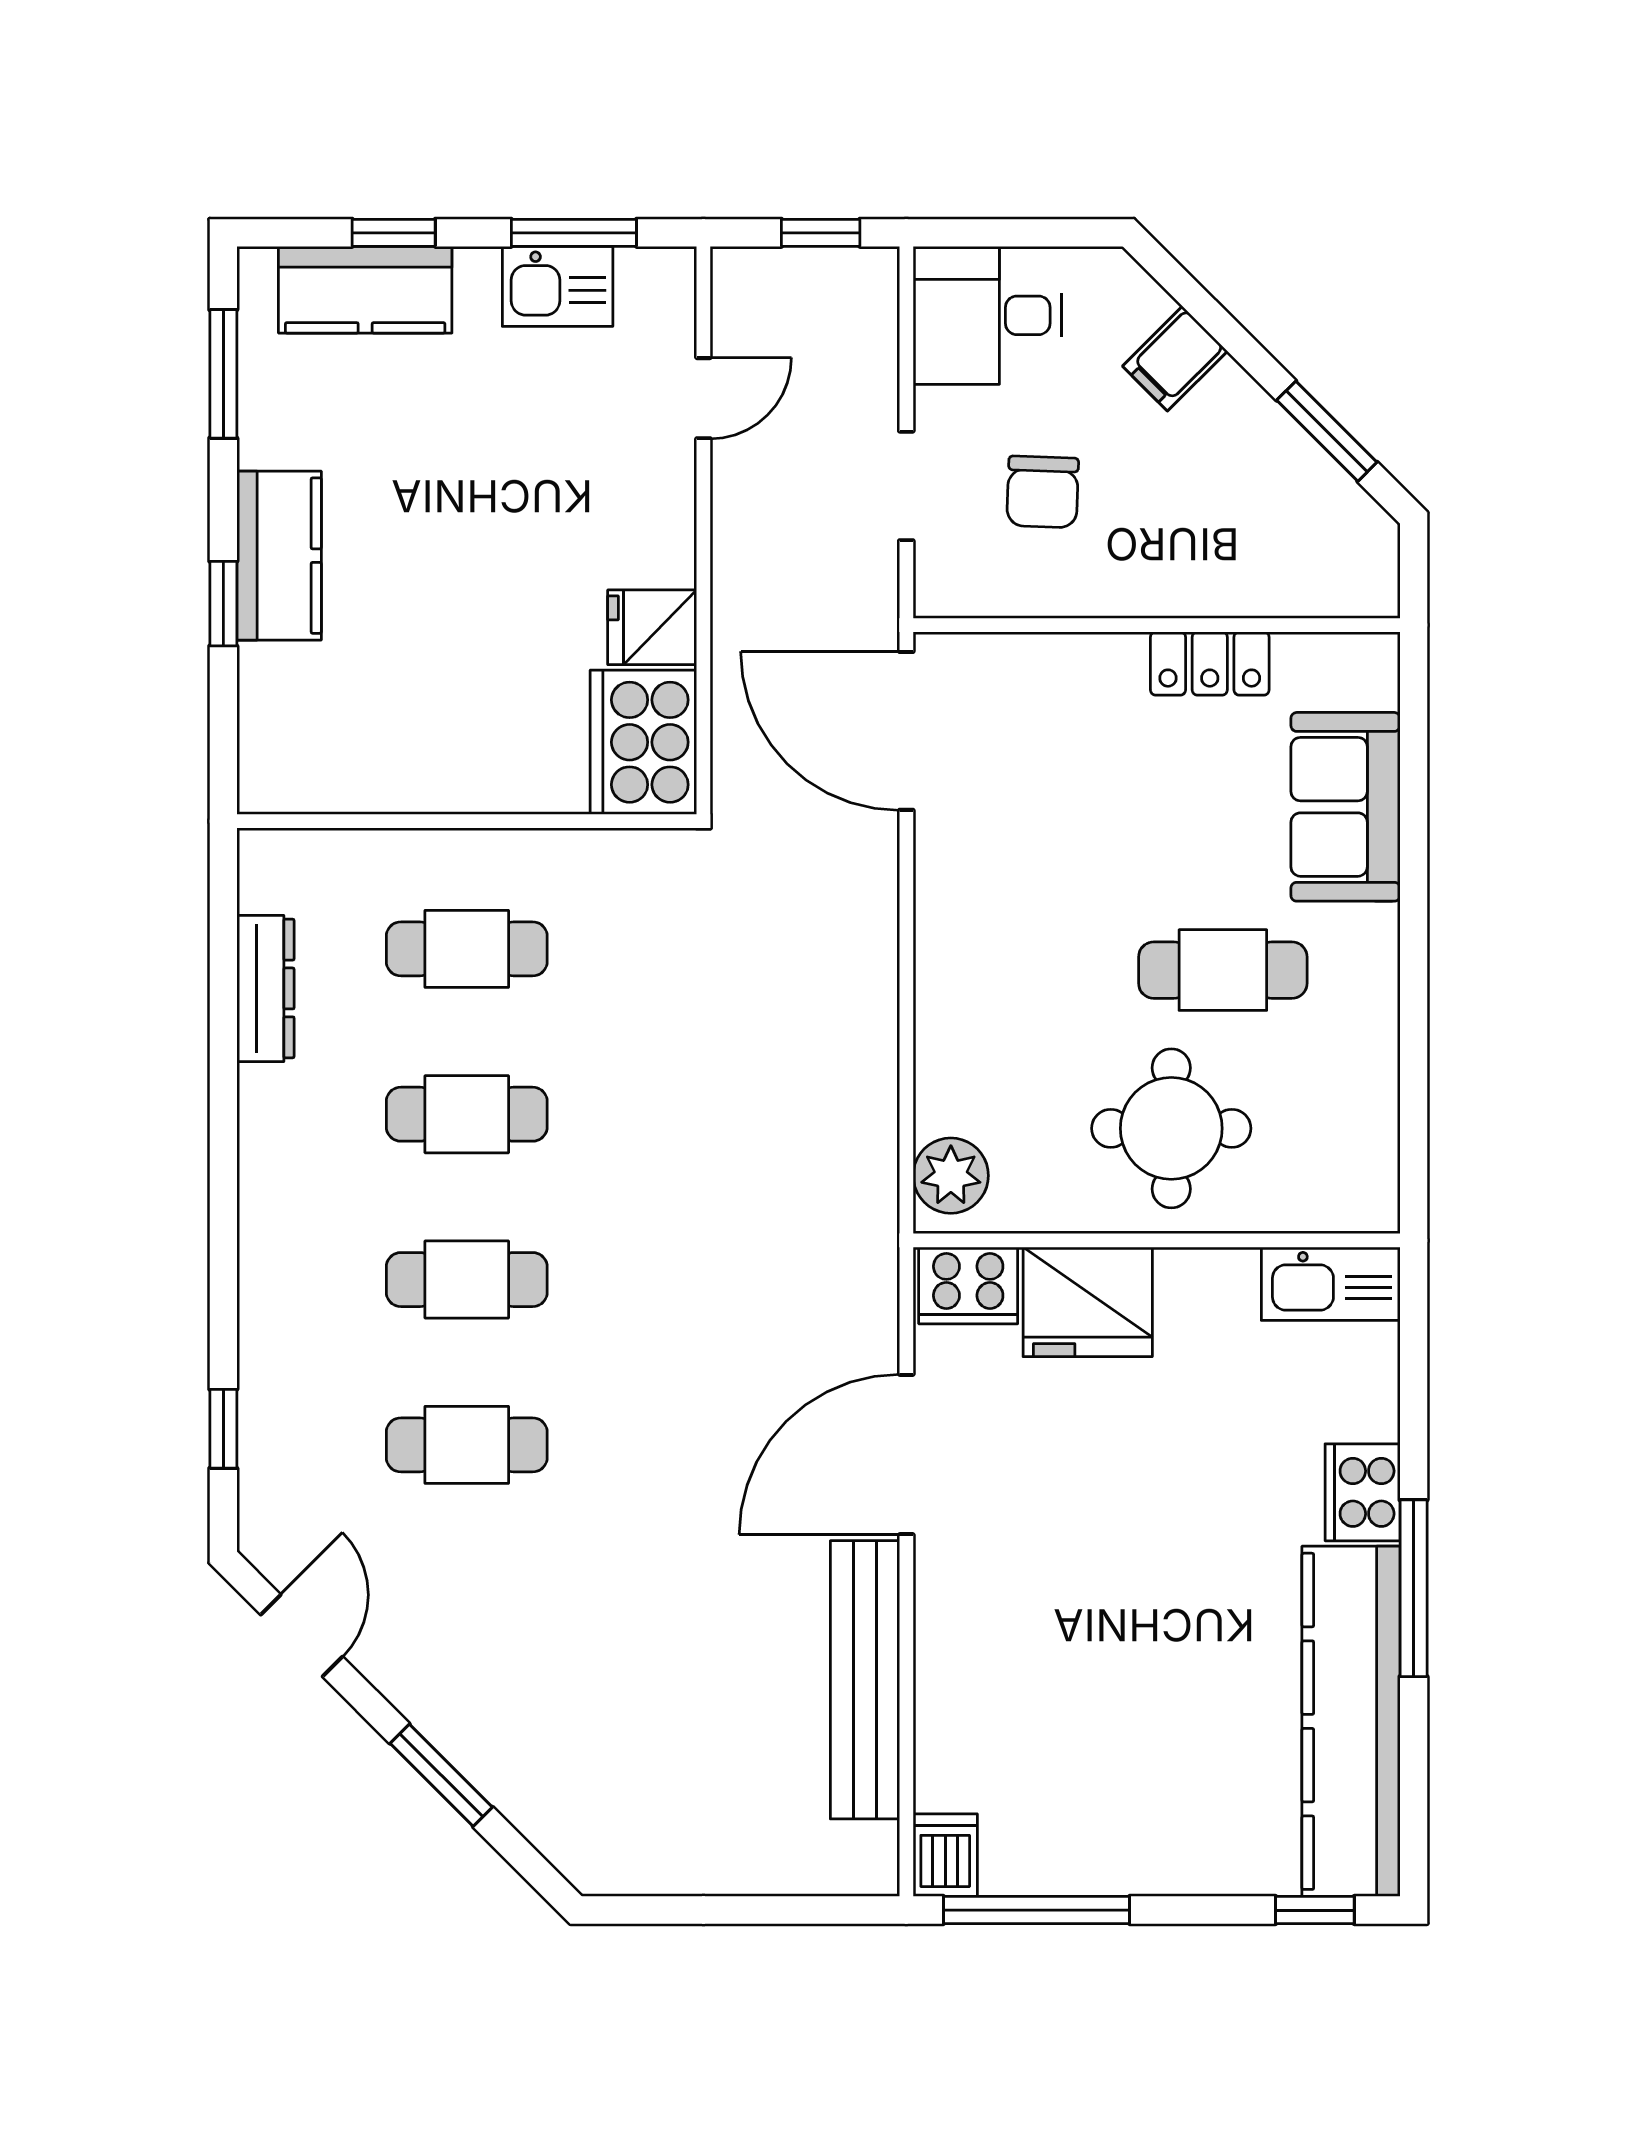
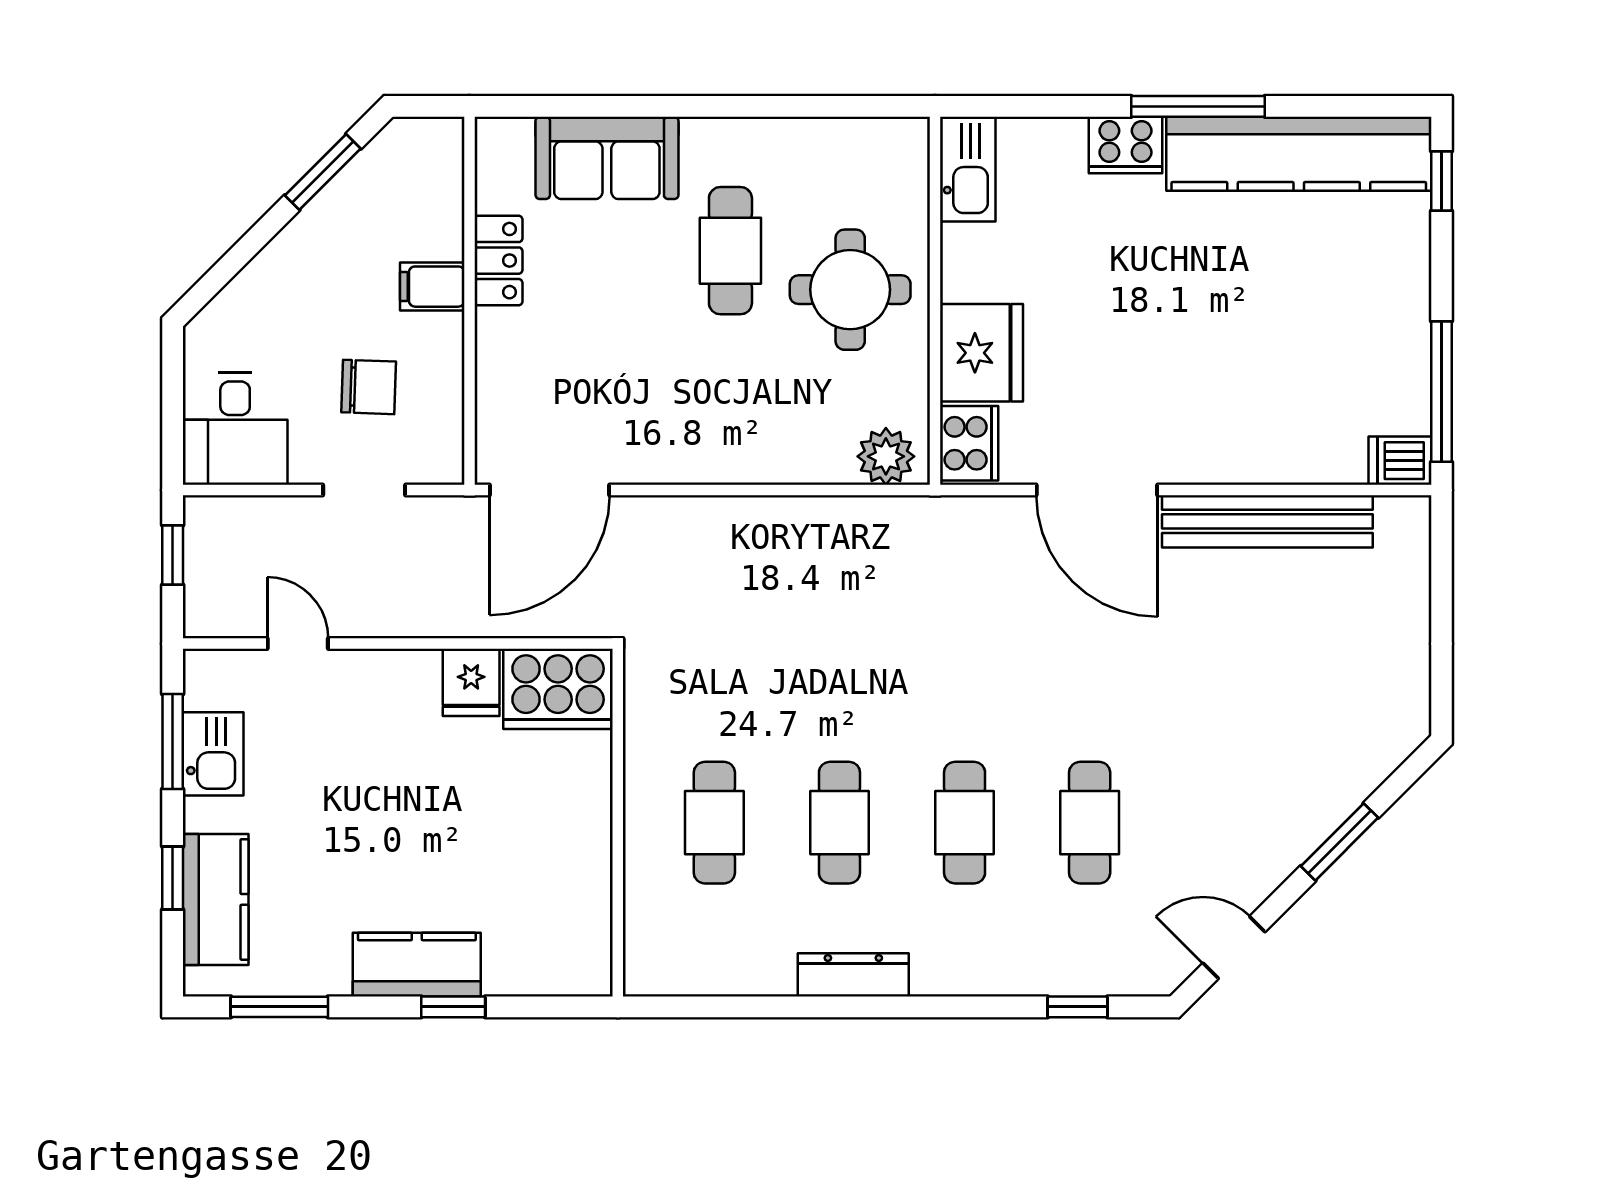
filing cabinet: (1175, 359) -> (432, 287), moved, turned 135
dresser: (265, 988) -> (853, 975), moved

